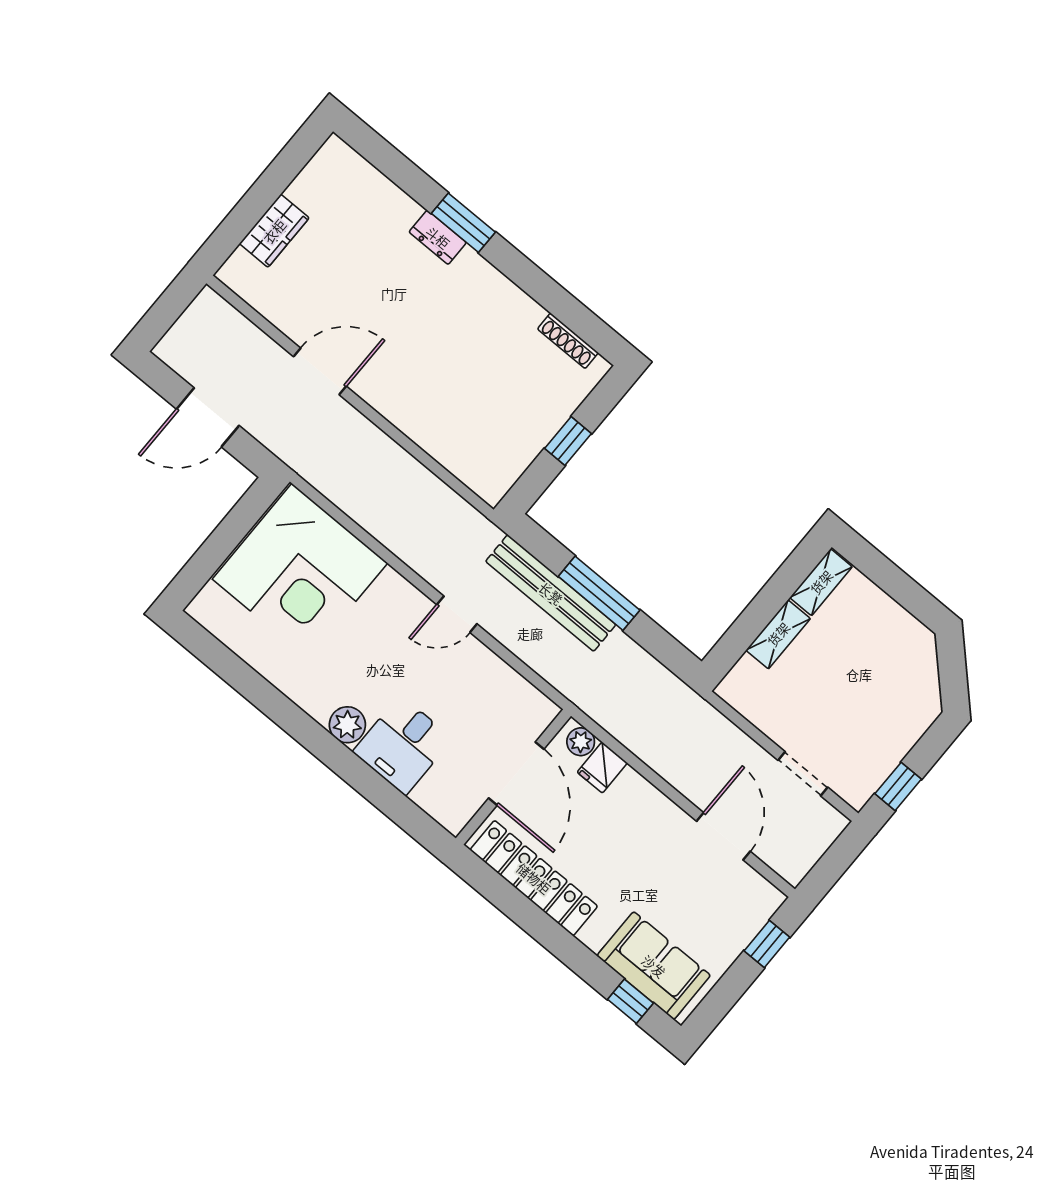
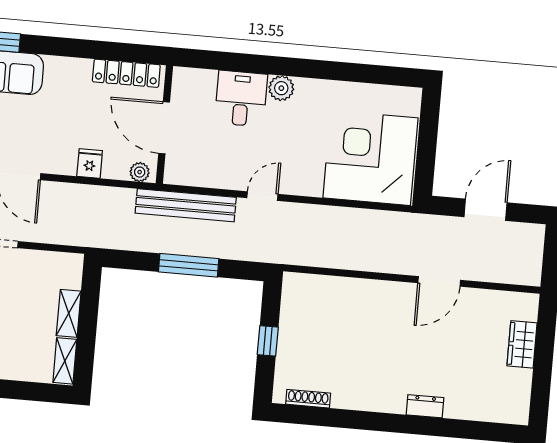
window: (463, 223) -> (416, 425), removed
bench: (551, 593) -> (186, 205), moved
fridge: (602, 767) -> (90, 163), moved
locker: (534, 878) -> (126, 73), width x0.71, depth x0.83

